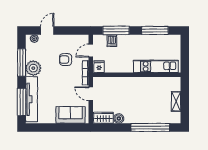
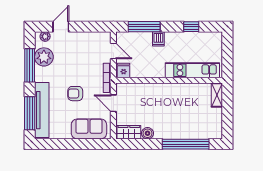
window: (155, 30) -> (191, 27), width x0.46
dishwasher: (112, 41) -> (158, 39), moved
door: (91, 51) -> (113, 51), swing flipped
armchair: (66, 60) -> (75, 94), moved
plant: (33, 68) -> (44, 57), moved
shelving: (176, 101) -> (217, 95), moved

